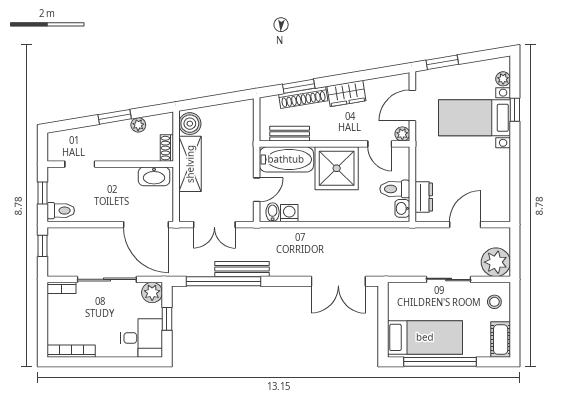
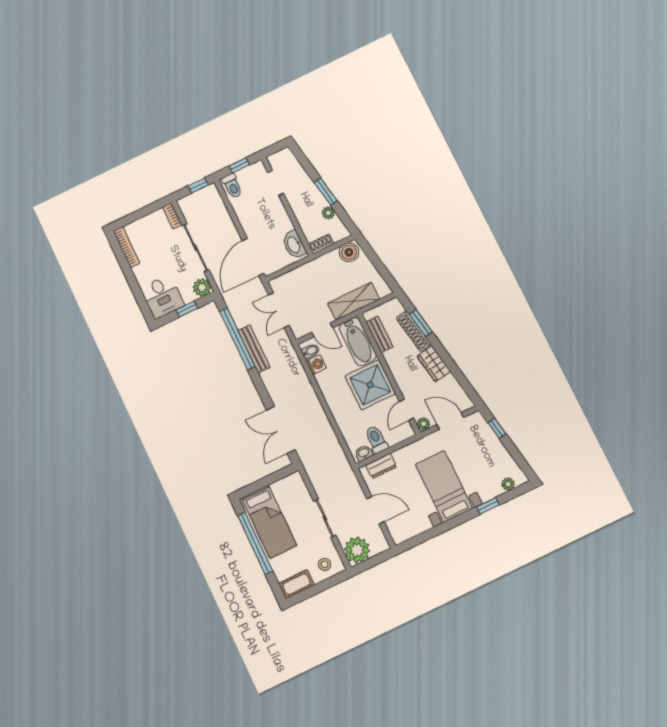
window: (442, 62) -> (497, 428), width x0.67
bed with nightstands: (474, 118) -> (444, 486), moved
shelving: (190, 164) -> (354, 301), moved

